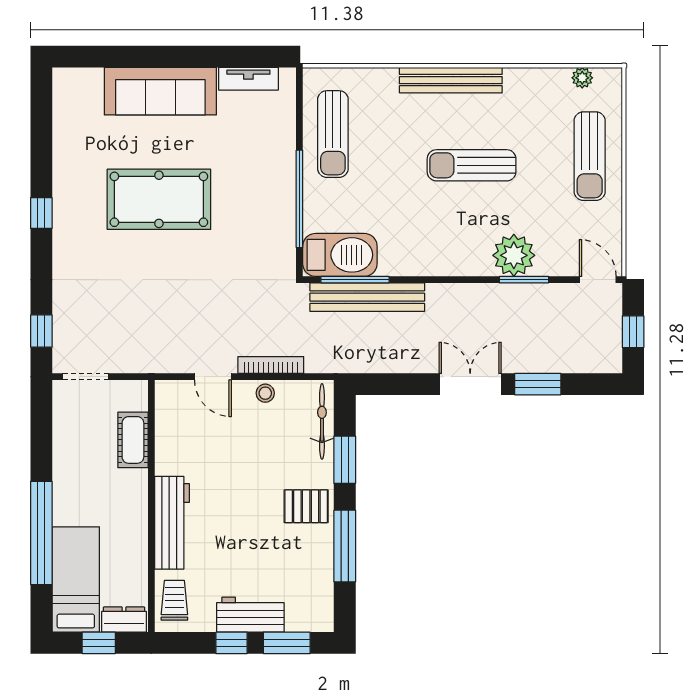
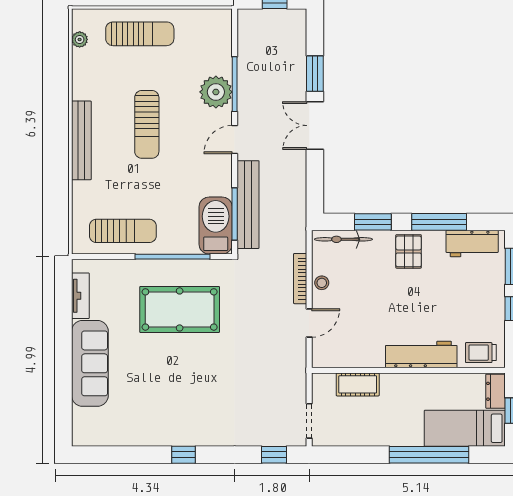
pool table: (159, 199) -> (180, 309), moved, turned 90
window: (524, 280) -> (235, 84), width x1.44
door: (598, 280) -> (235, 140), moved
workbench: (250, 615) -> (472, 243), moved, turned -90

